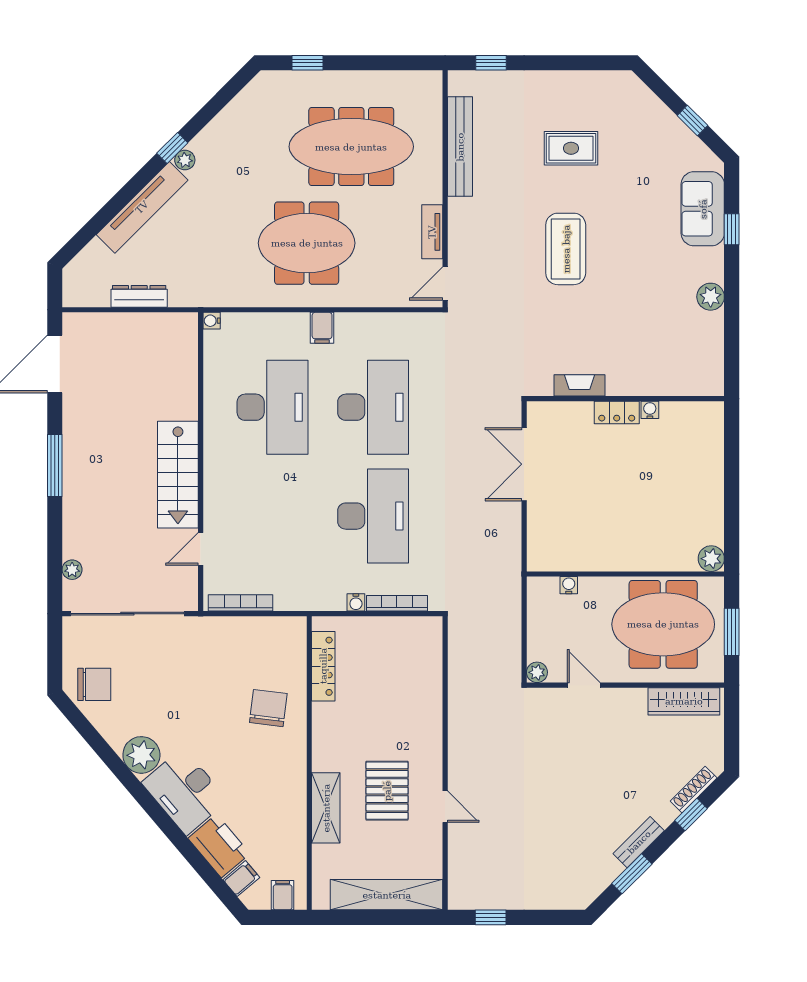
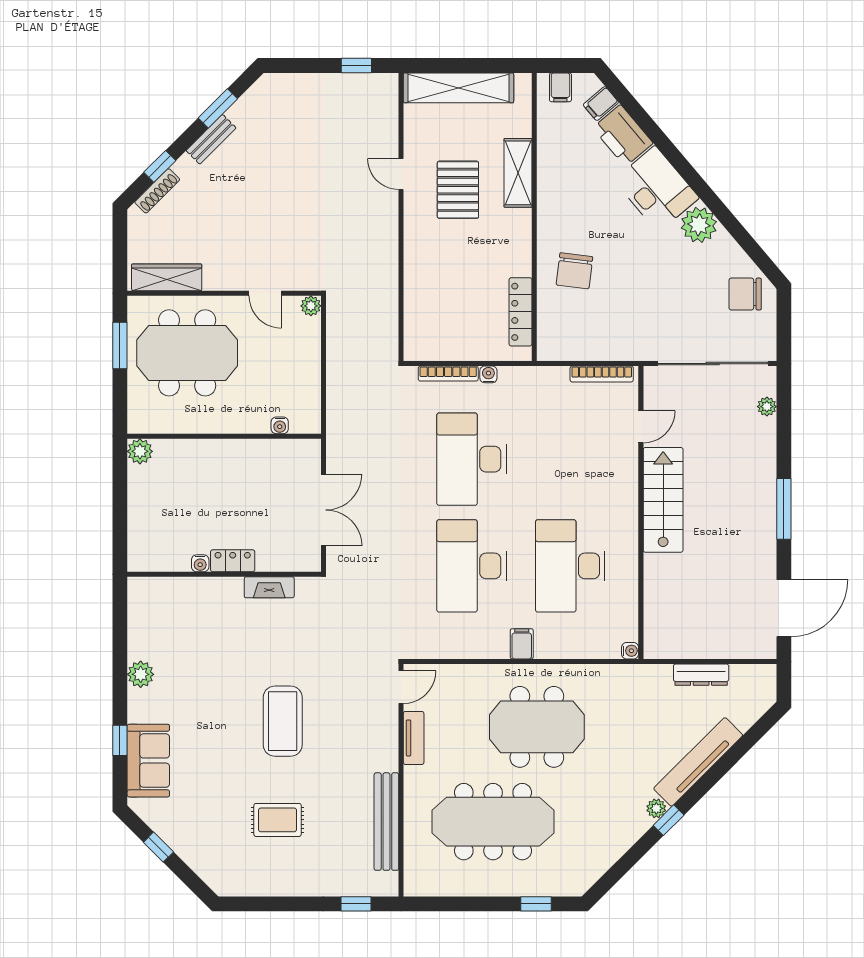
plant: (711, 559) -> (140, 451), moved
wall: (625, 574) -> (224, 436), moved
water cooler: (569, 585) -> (280, 425), moved

